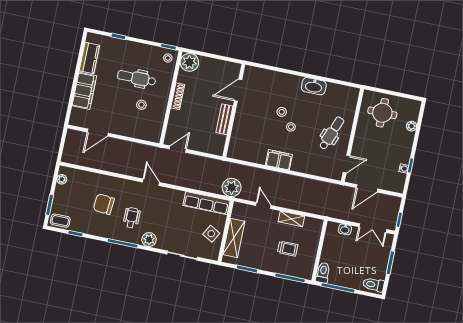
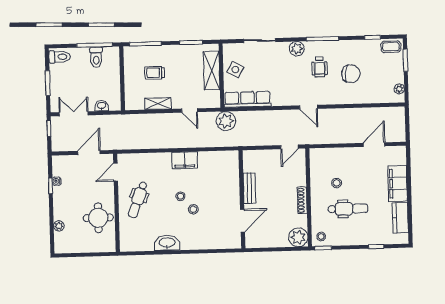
round table: (382, 113) -> (98, 218), moved
toilet: (323, 273) -> (96, 57), moved

